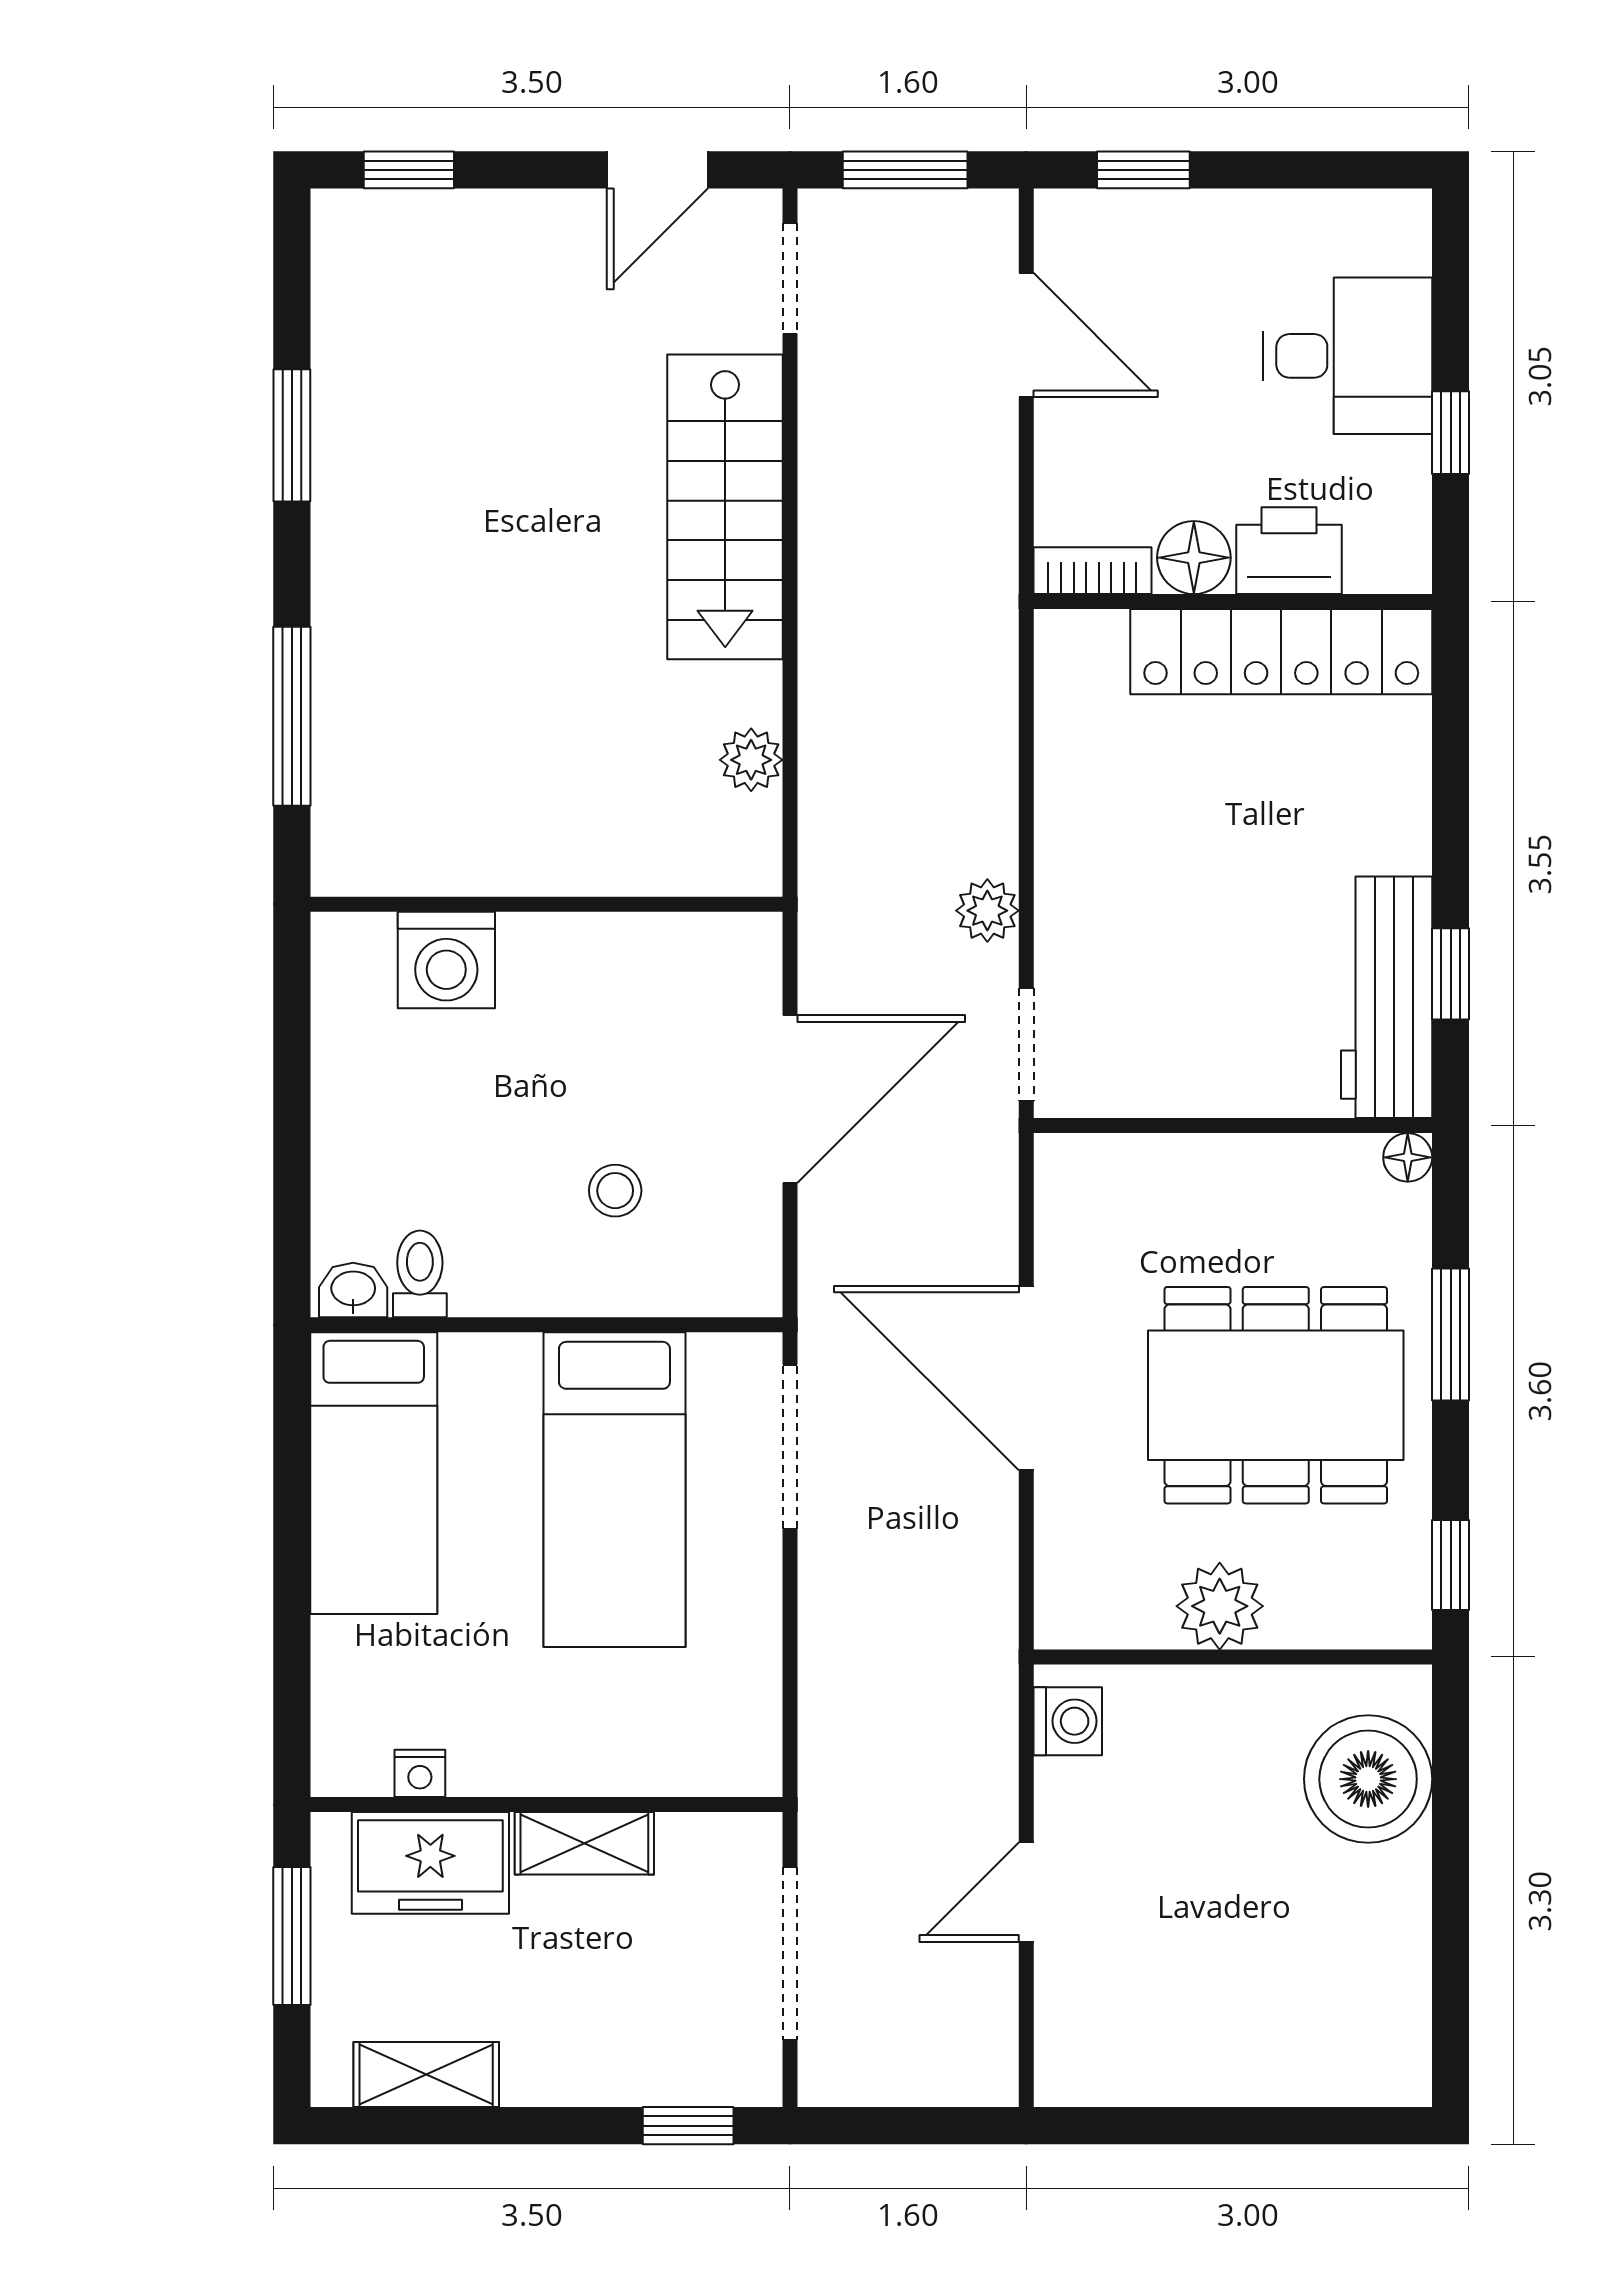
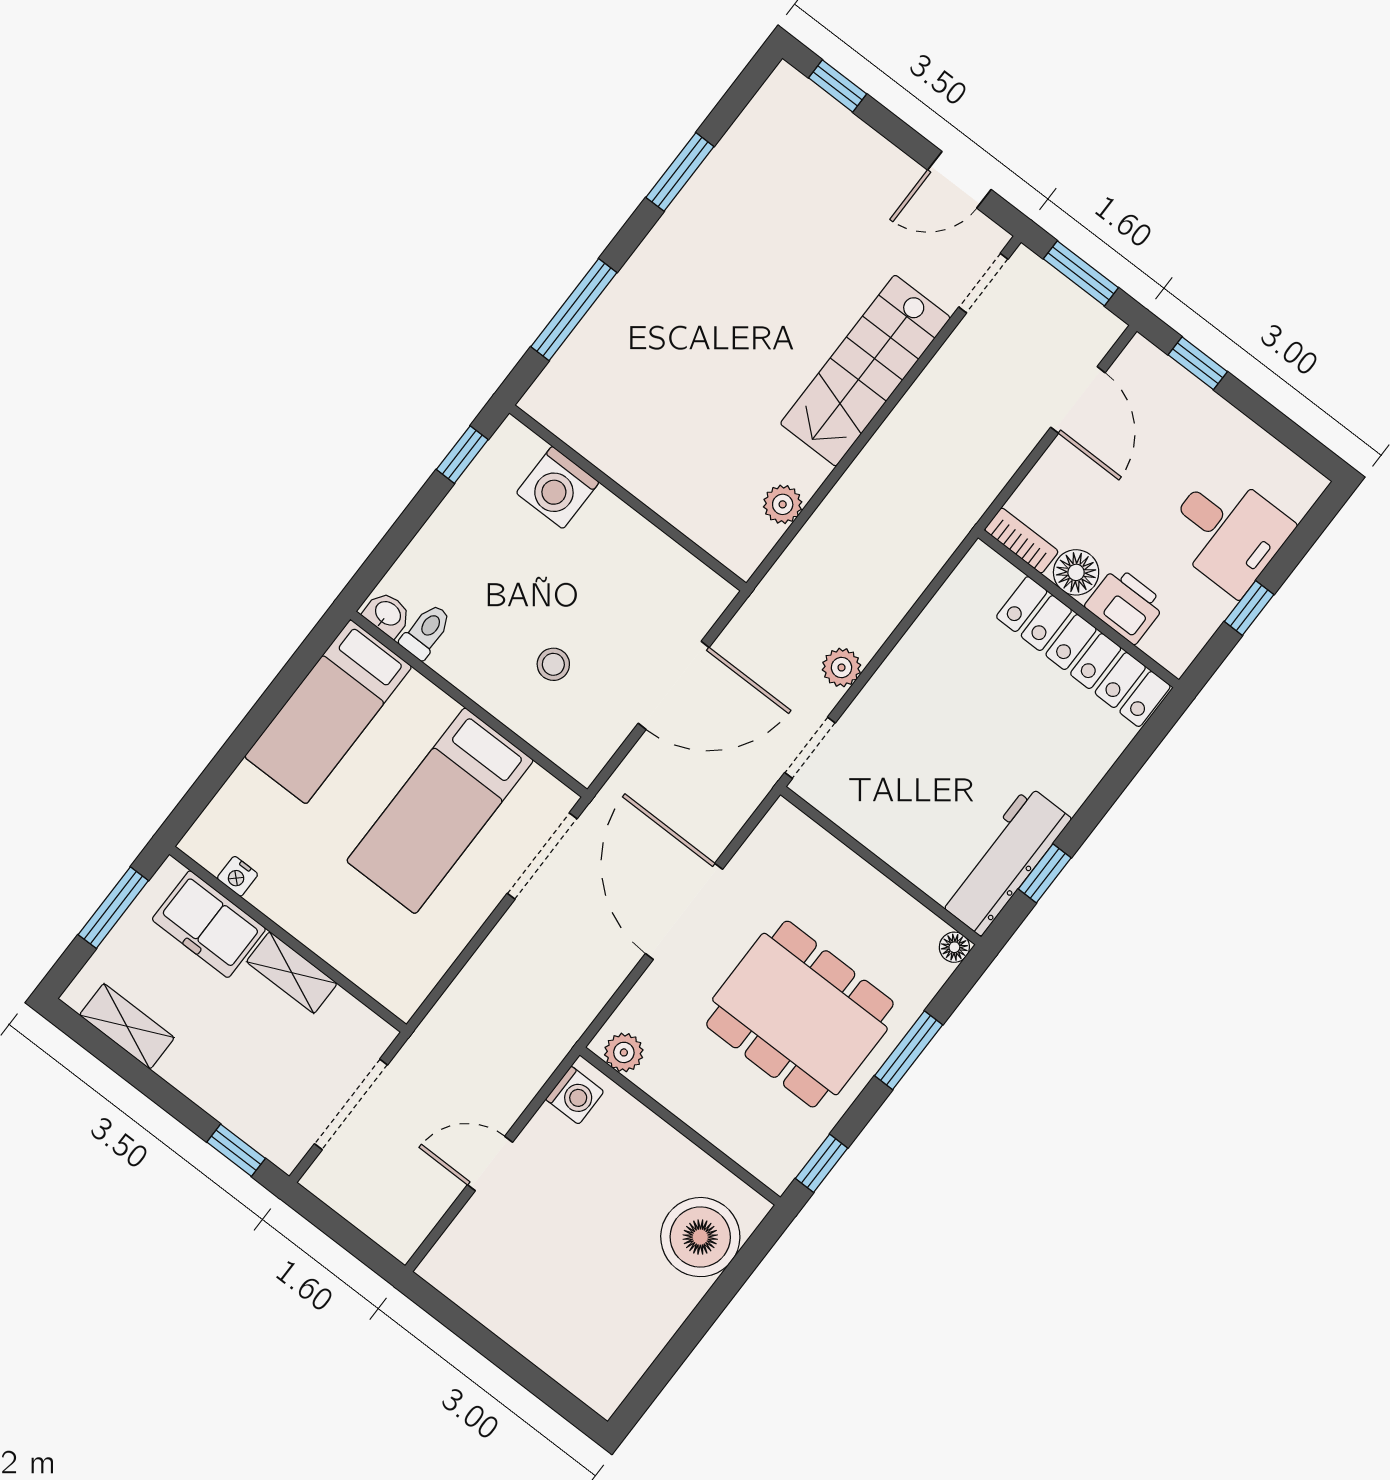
window: (292, 1012) -> (462, 455), added
plant: (1220, 1606) -> (624, 1052), moved, width x0.73, depth x0.73

